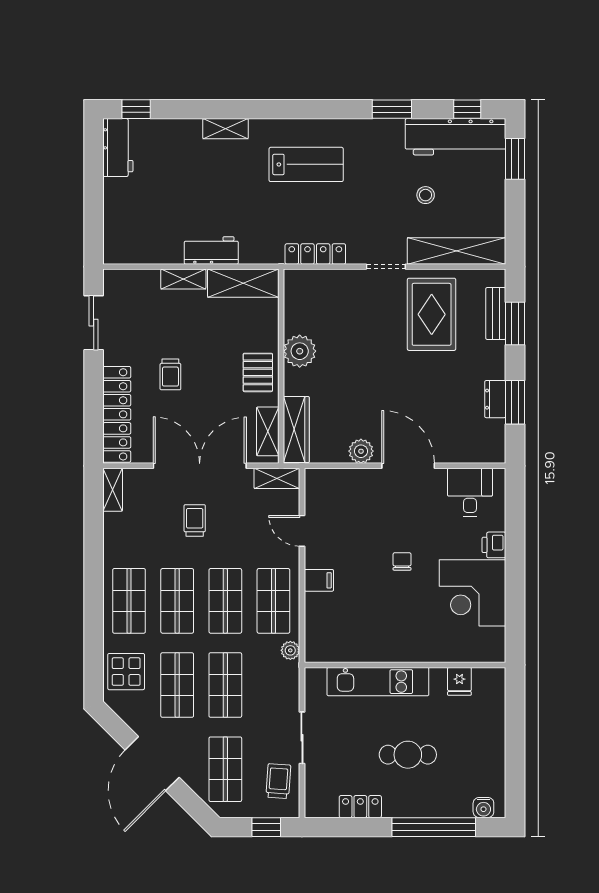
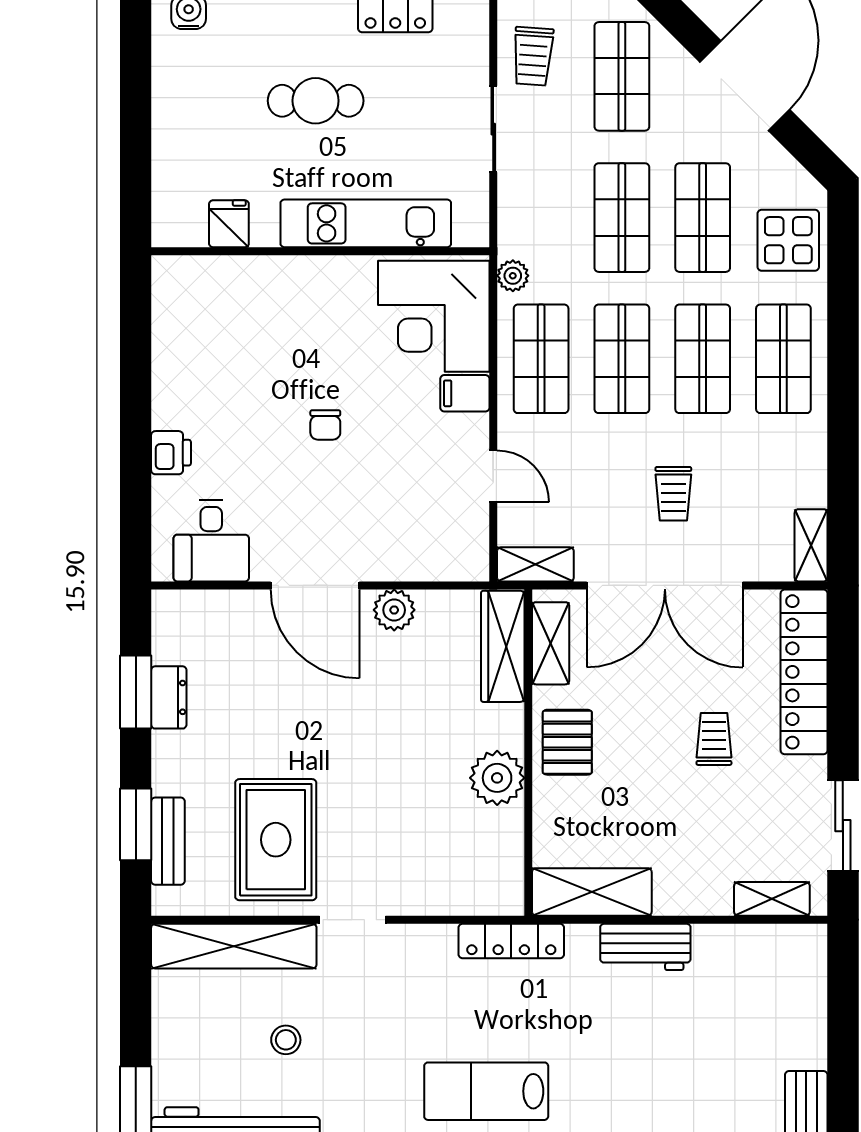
locker: (315, 254) -> (511, 941), moved
shelving: (183, 279) -> (772, 899), moved
corner desk: (473, 593) -> (434, 316), moved, turned 180

